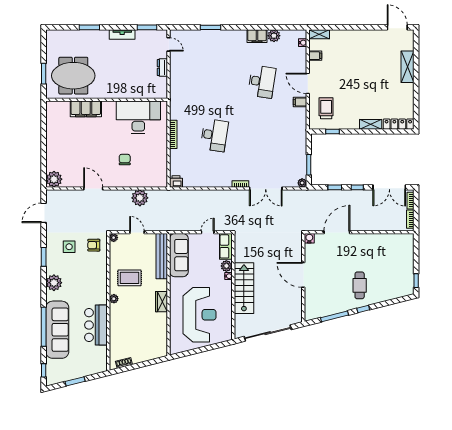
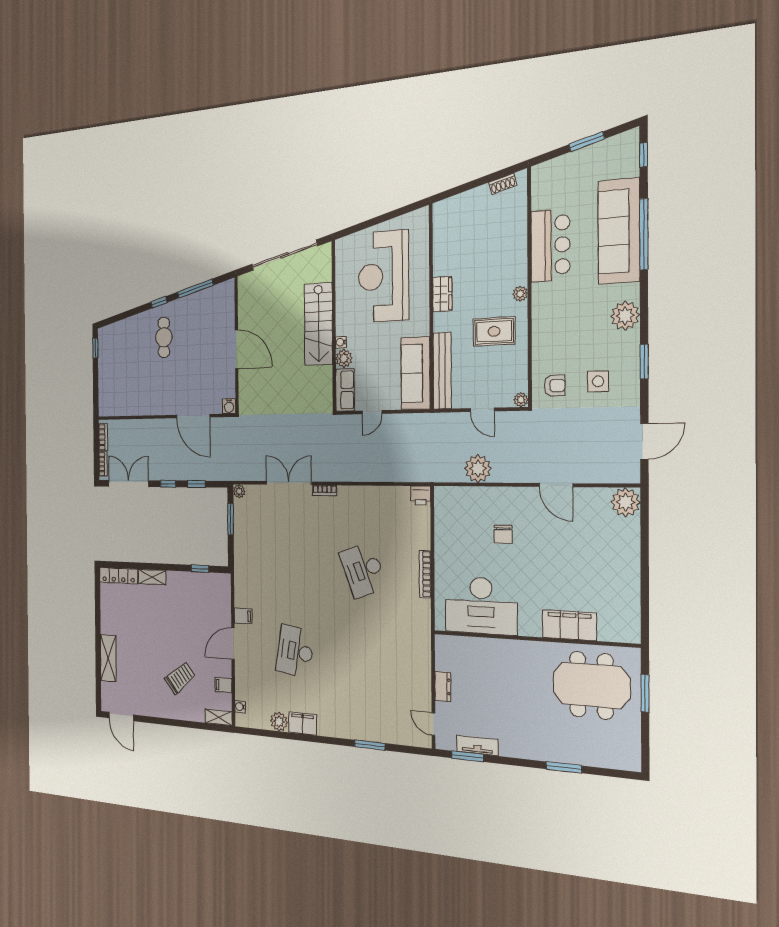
tv unit: (122, 34) -> (477, 745), moved
door: (308, 83) -> (233, 644), swing flipped
trolley: (326, 108) -> (180, 678), moved, turned -129
desk: (214, 135) -> (363, 570), turned -30
door: (337, 232) -> (193, 416), hinge flipped

